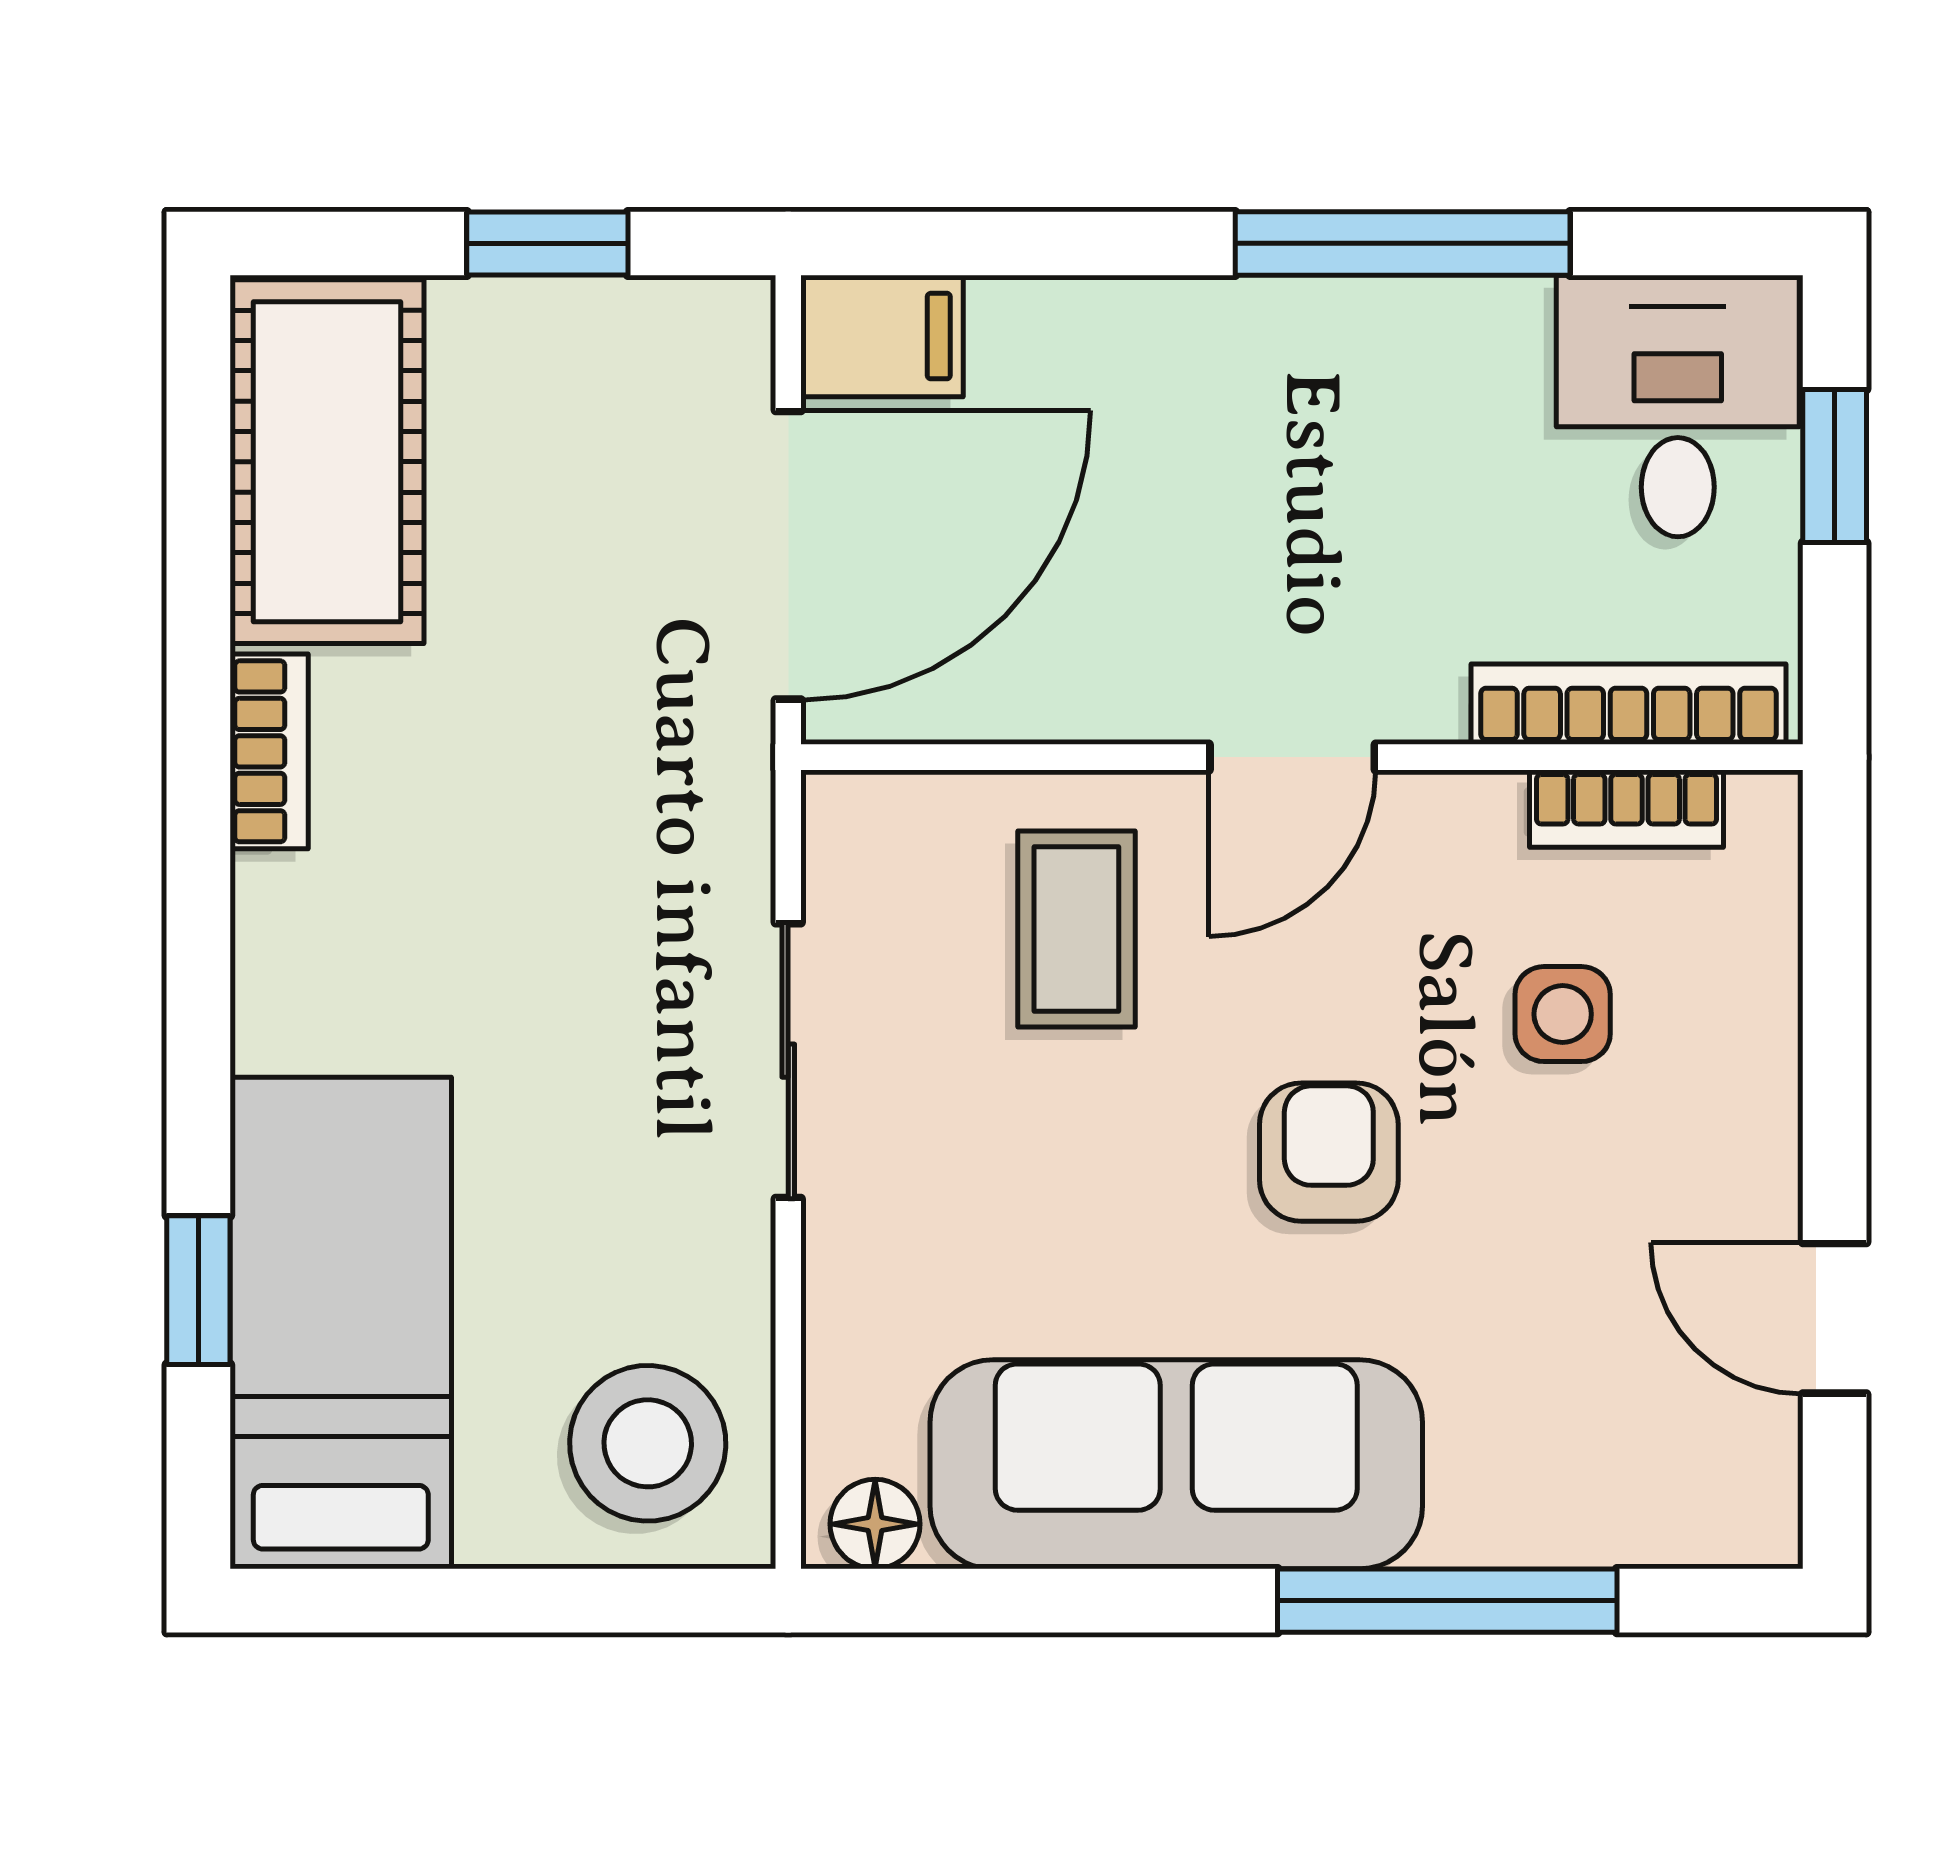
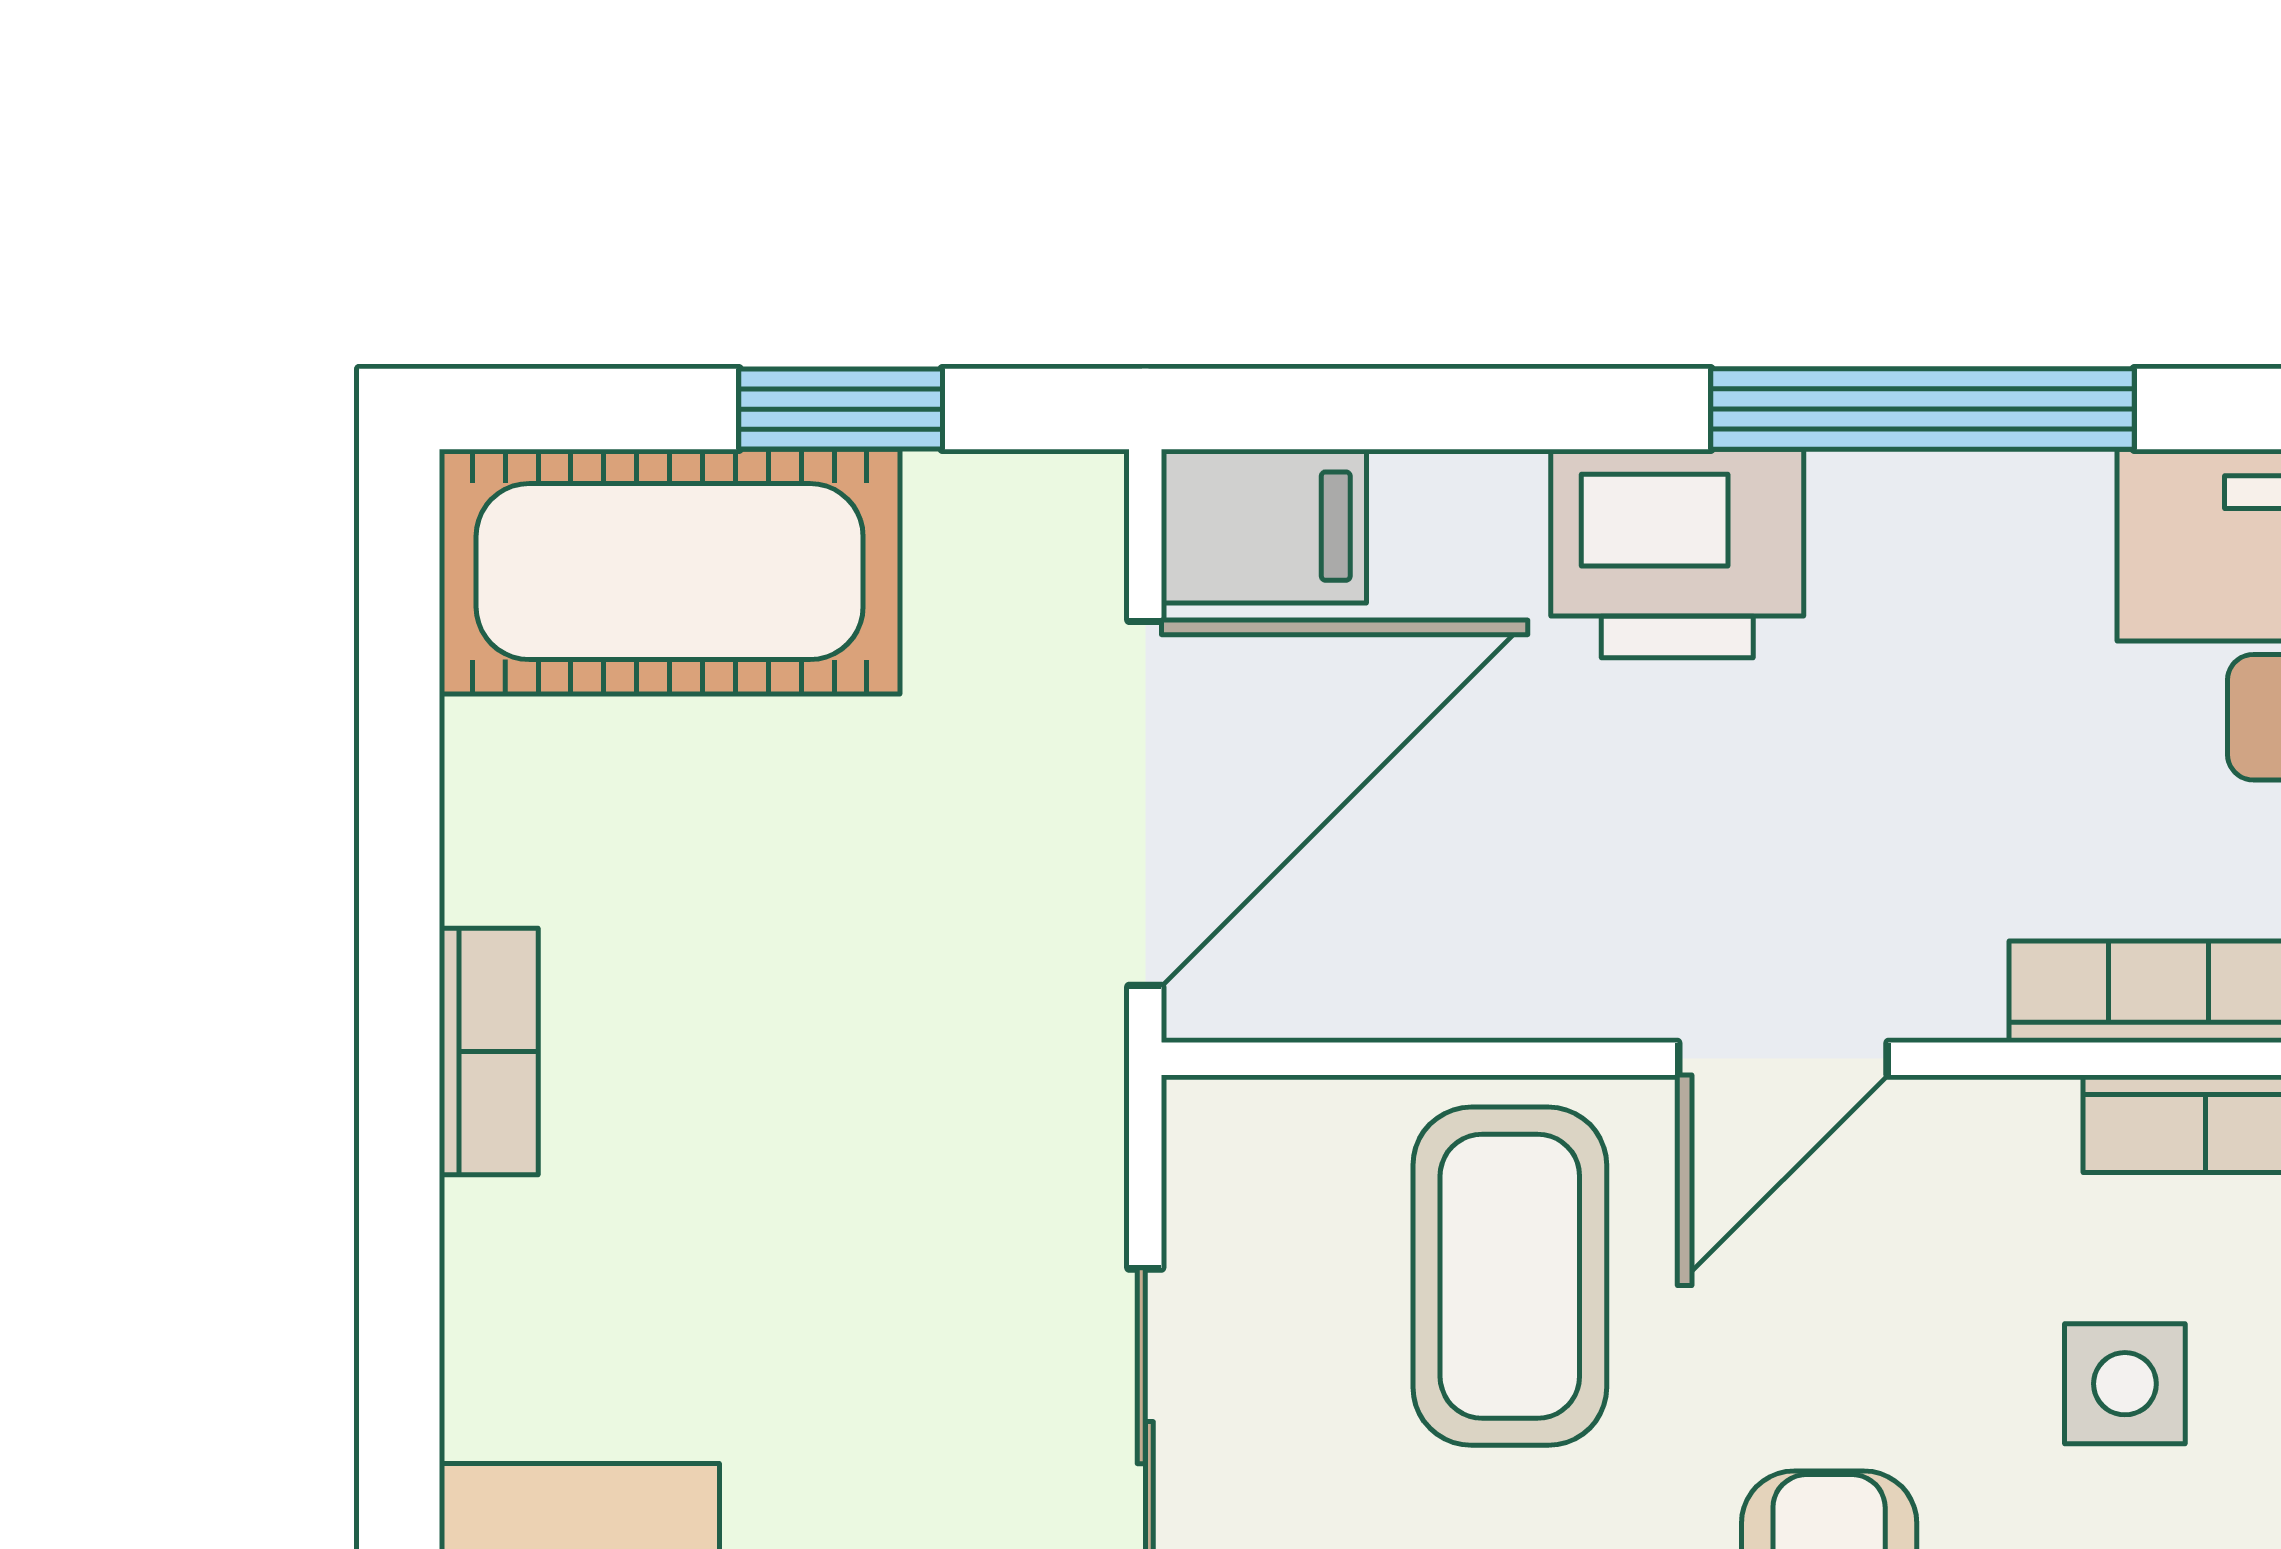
printer: (1209, 358) -> (1677, 554), added
cot: (327, 462) -> (670, 572), moved, turned 90
coffee table: (1076, 929) -> (1510, 1276), width x1.36, depth x1.30

